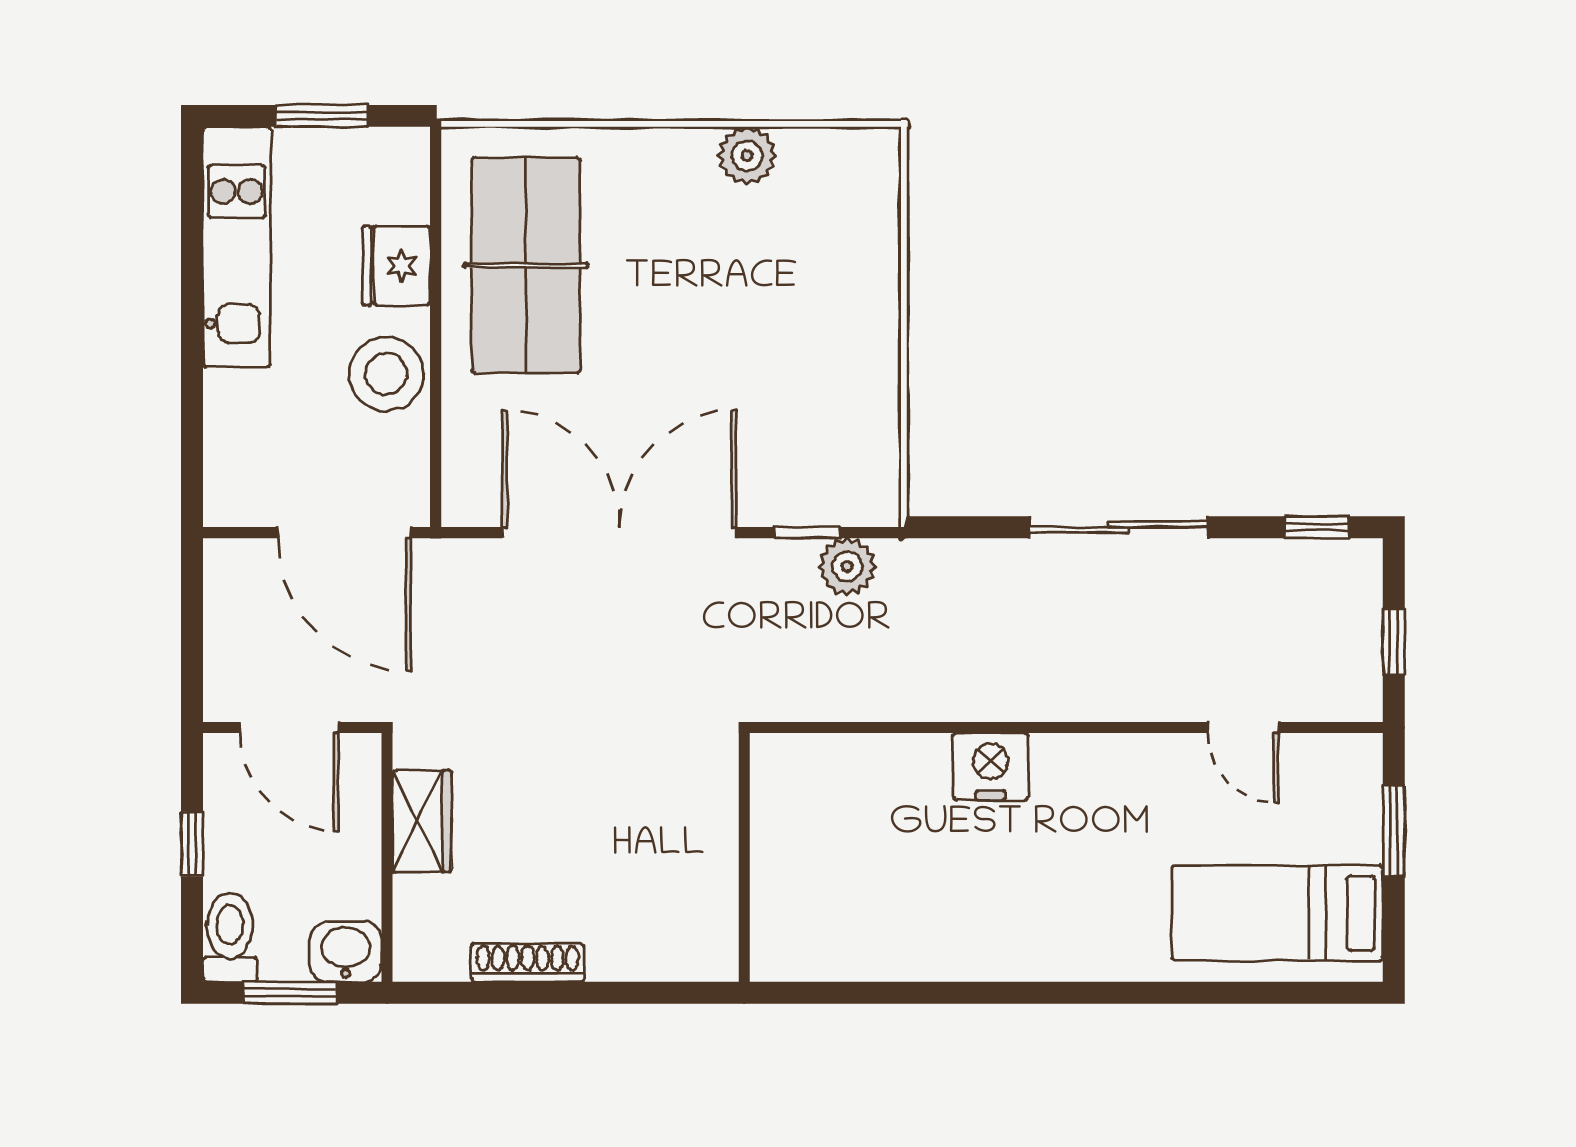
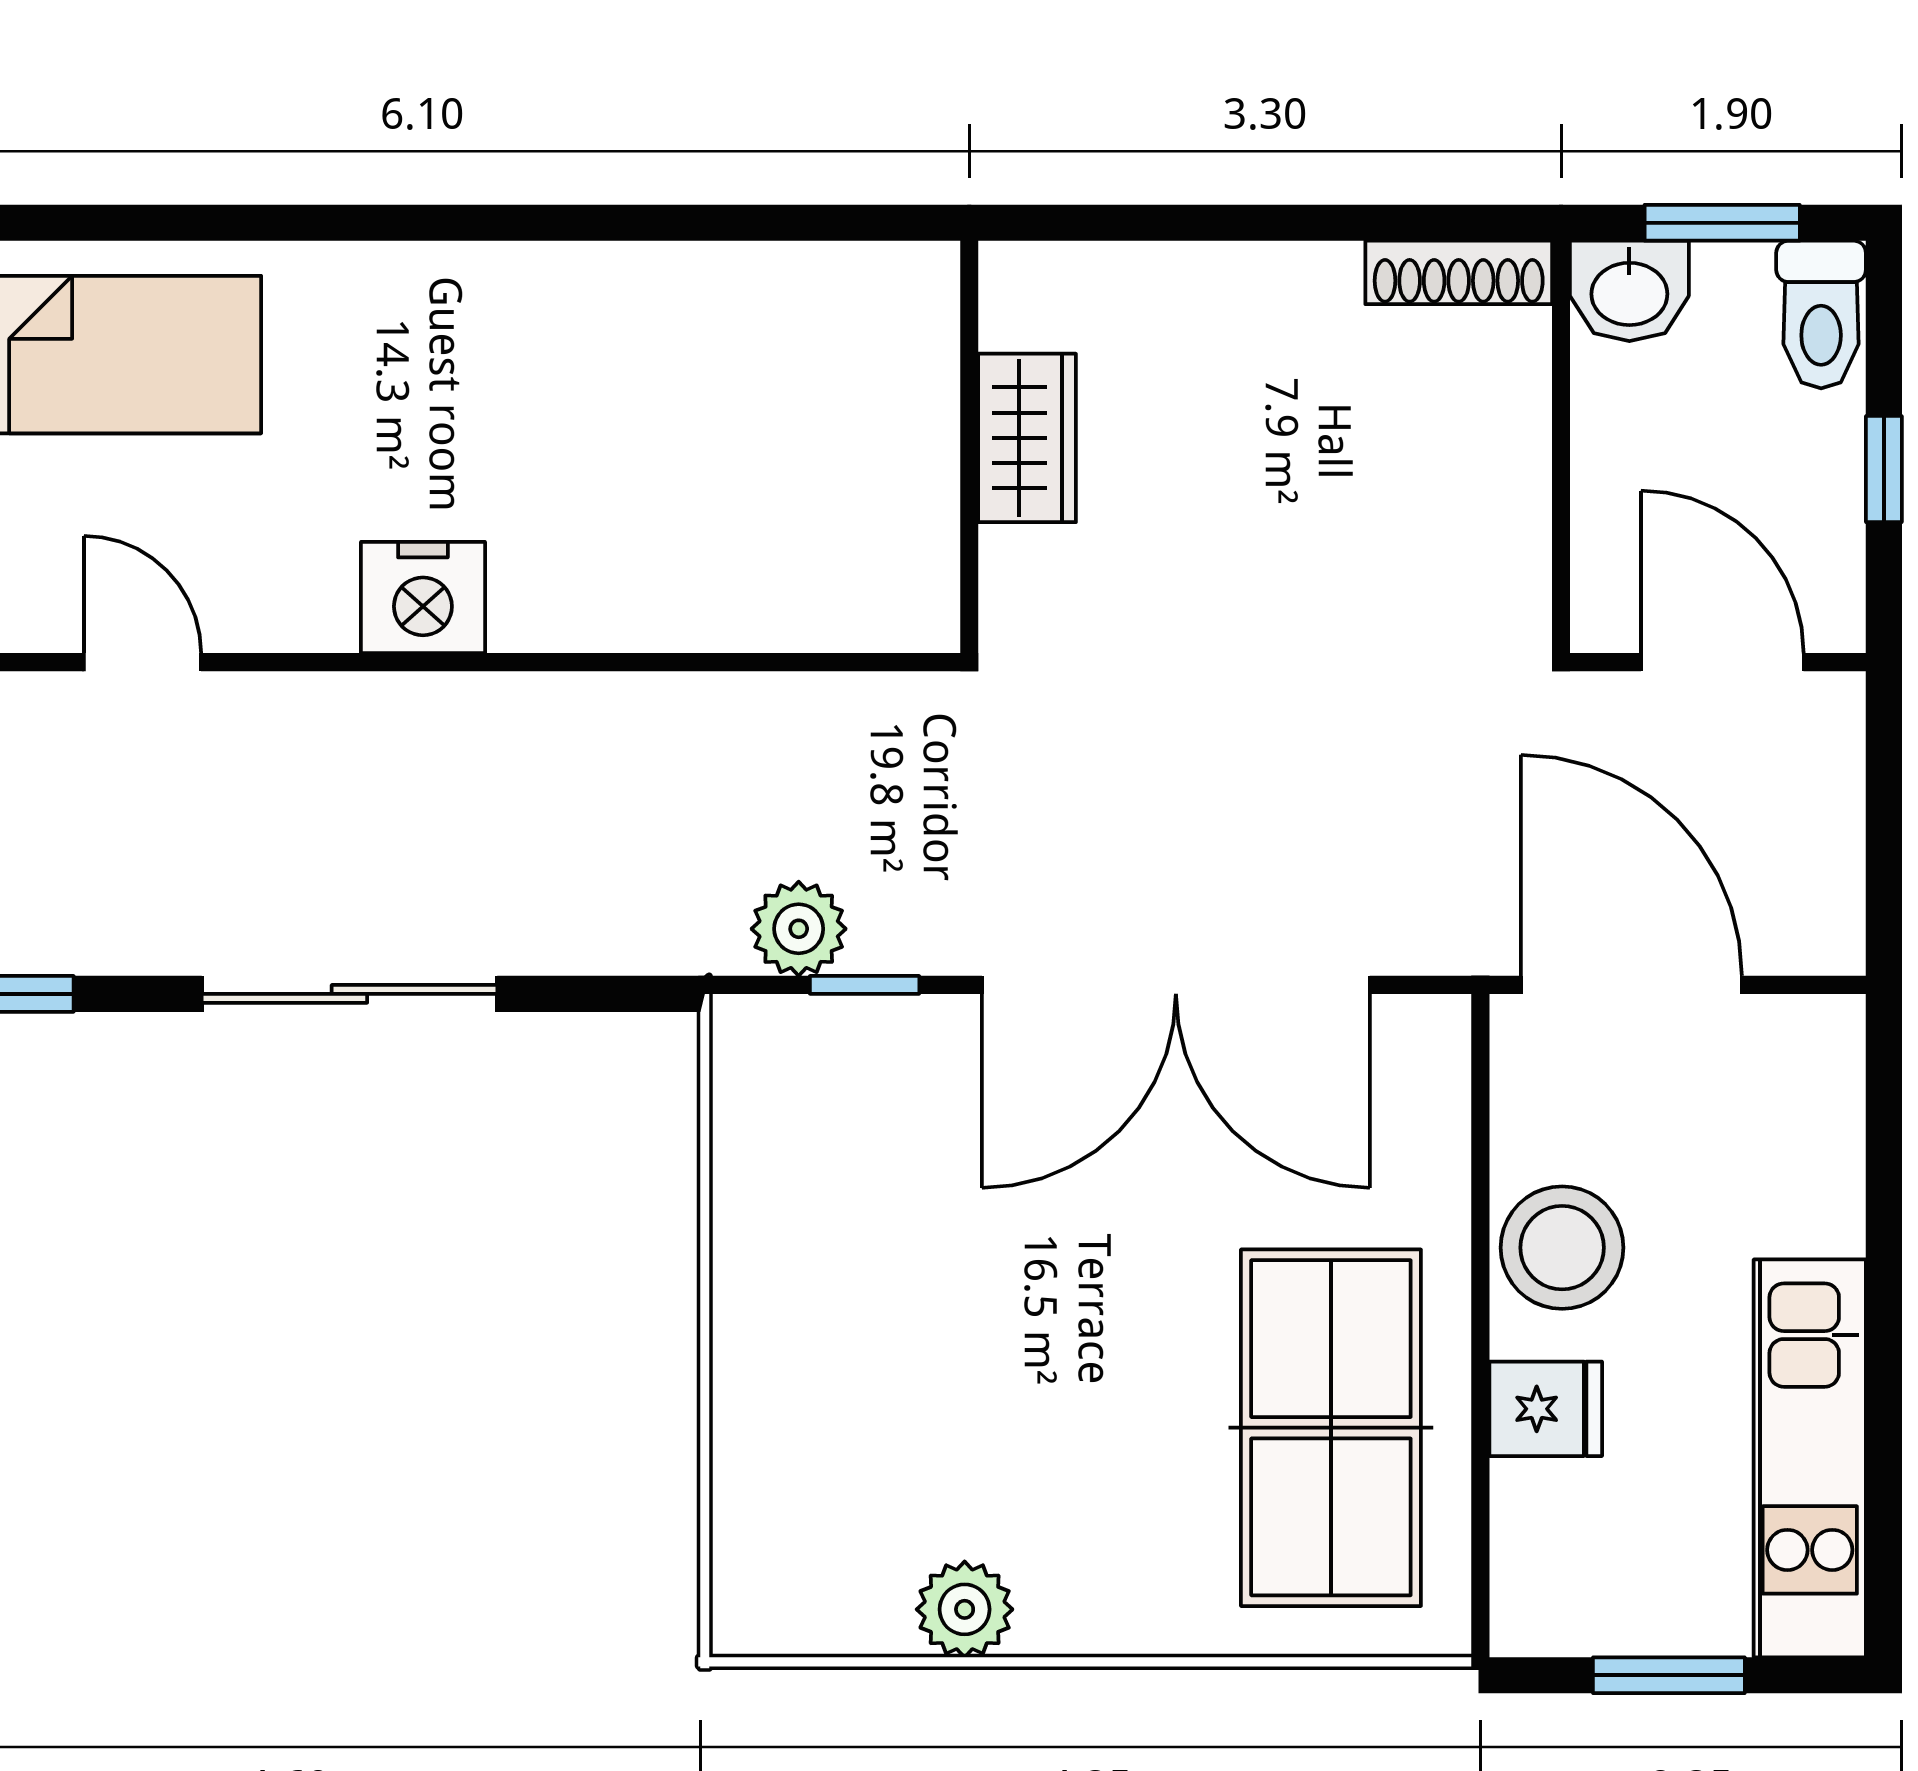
fridge: (396, 266) -> (1546, 1409), width x0.72
nightstand: (991, 767) -> (423, 597), moved
wardrobe: (422, 821) -> (1027, 438), moved, turned 180
shoe rack: (528, 963) -> (1459, 272), moved

